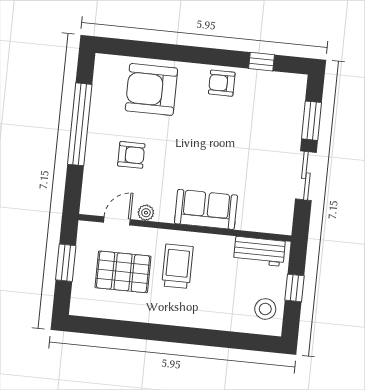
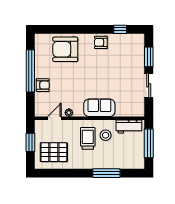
armchair: (131, 155) -> (43, 85), moved
pallet: (123, 272) -> (54, 152), moved
window: (295, 288) -> (149, 143), width x2.17
stool: (265, 309) -> (106, 135), moved
window: (207, 337) -> (106, 173), added

